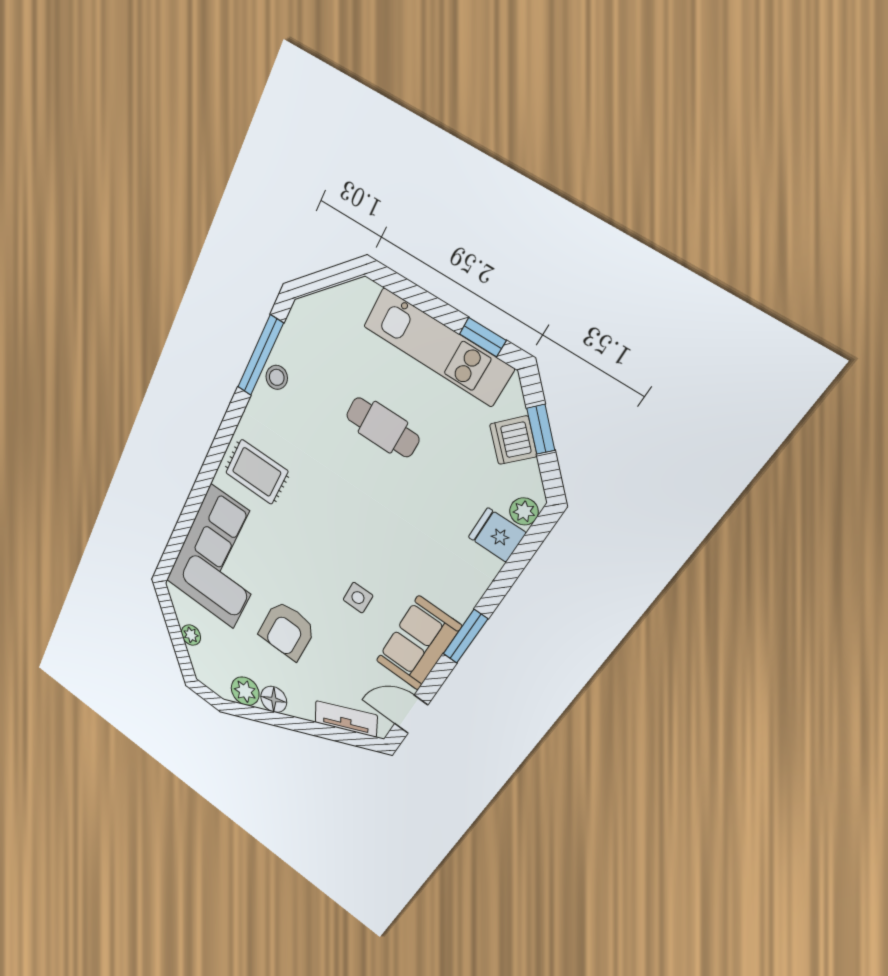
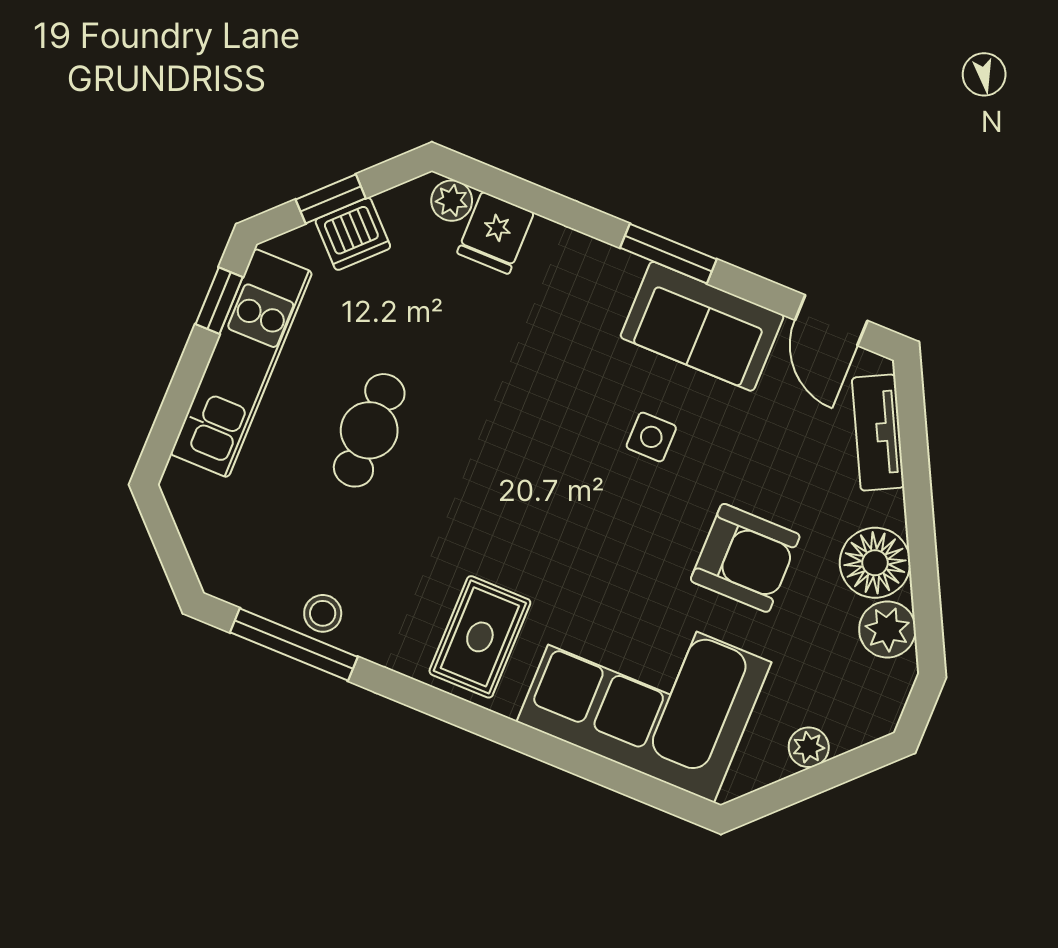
floor lamp: (274, 699) -> (875, 563), width x1.38, depth x1.38

